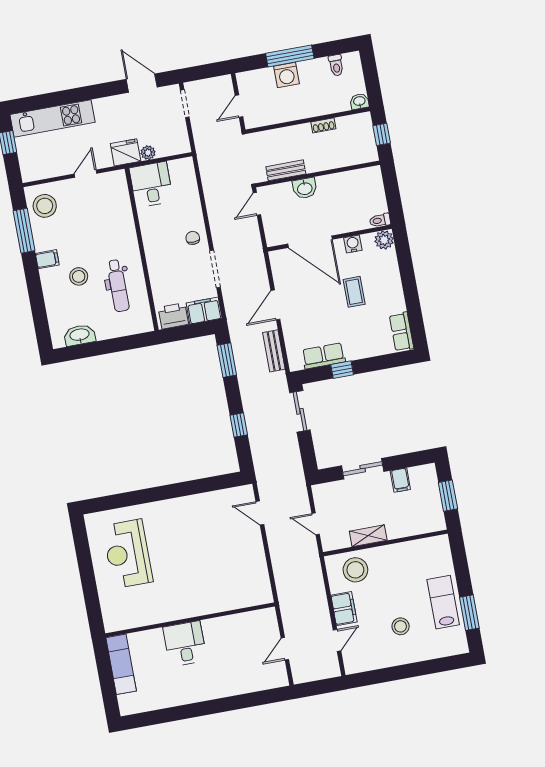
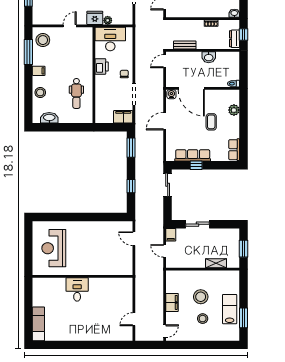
dresser: (368, 144) -> (235, 39), added
desk: (151, 185) -> (110, 39), width x1.37
washbasin: (305, 188) -> (209, 57), moved
plant: (384, 240) -> (234, 110), moved
water cooler: (353, 244) -> (171, 94), moved
stool: (79, 276) -> (40, 92), moved
printer: (173, 316) -> (102, 66), moved, turned 90
bench: (274, 351) -> (159, 147), removed
row of seats: (324, 356) -> (193, 155), width x1.48
filing cabinet: (400, 480) -> (171, 235), moved
shelving: (368, 536) -> (216, 263), moved
stool: (355, 570) -> (201, 297), moved
wall: (190, 620) -> (83, 276), moved
door: (337, 640) -> (165, 331), moved
desk: (185, 644) -> (77, 289), moved
exam couch: (121, 664) -> (38, 324), moved

